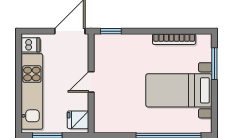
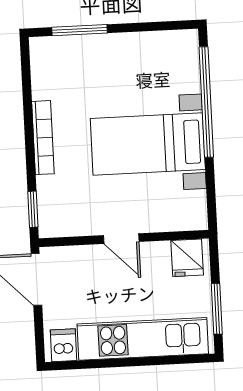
bookcase: (174, 39) -> (43, 138), moved
bed with nightstands: (179, 90) -> (148, 144), moved, turned 90

